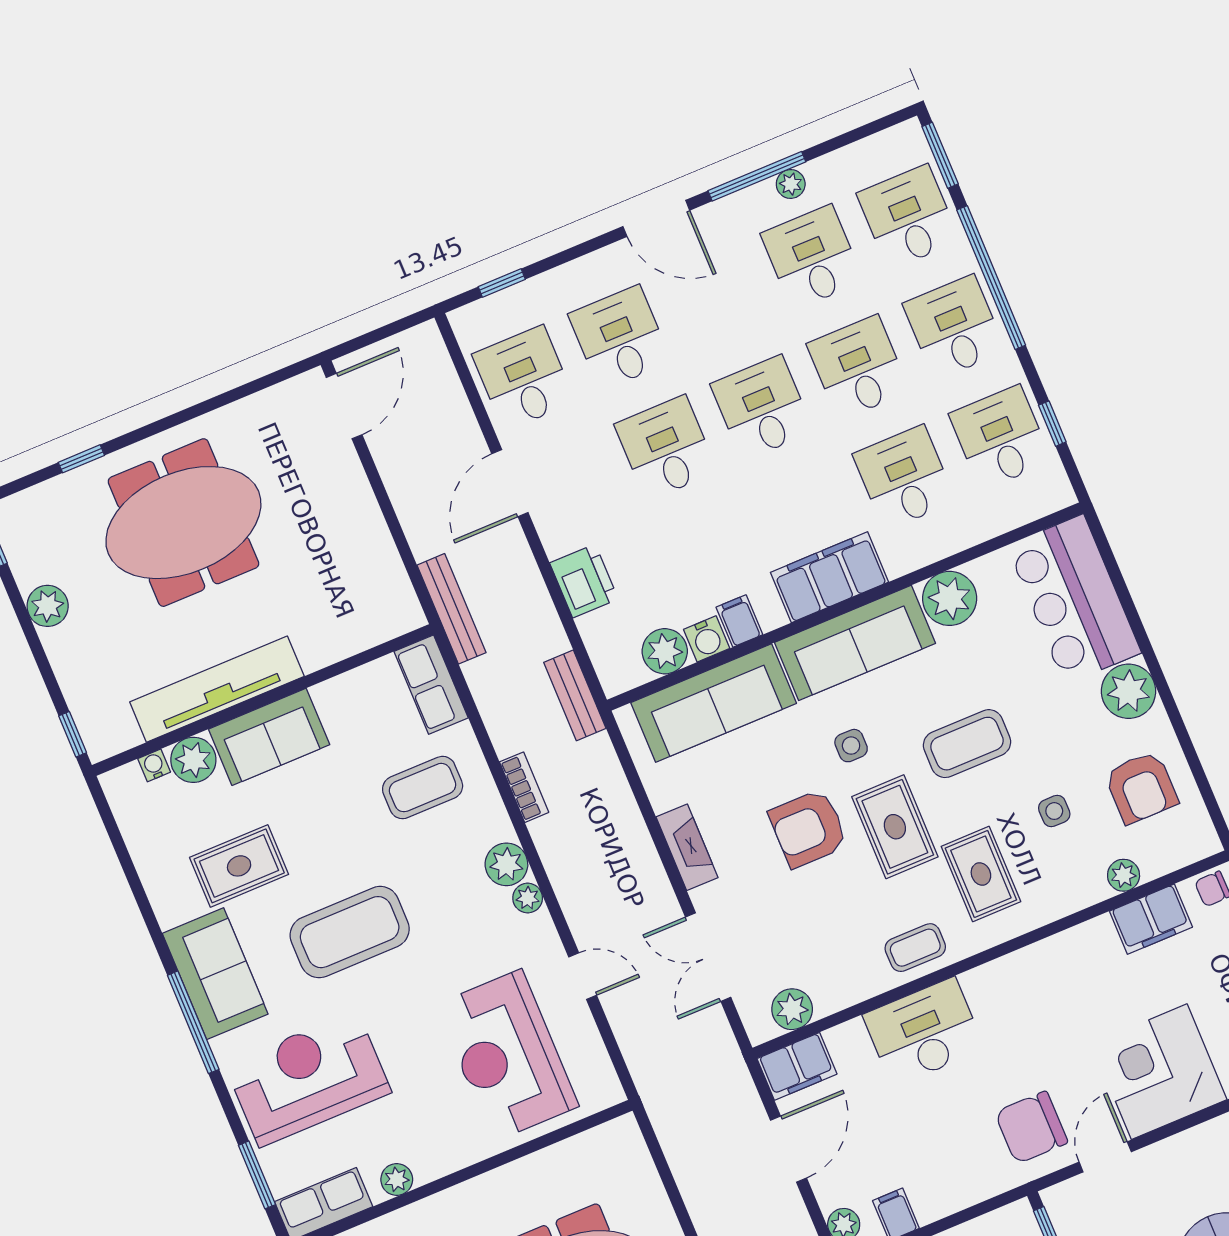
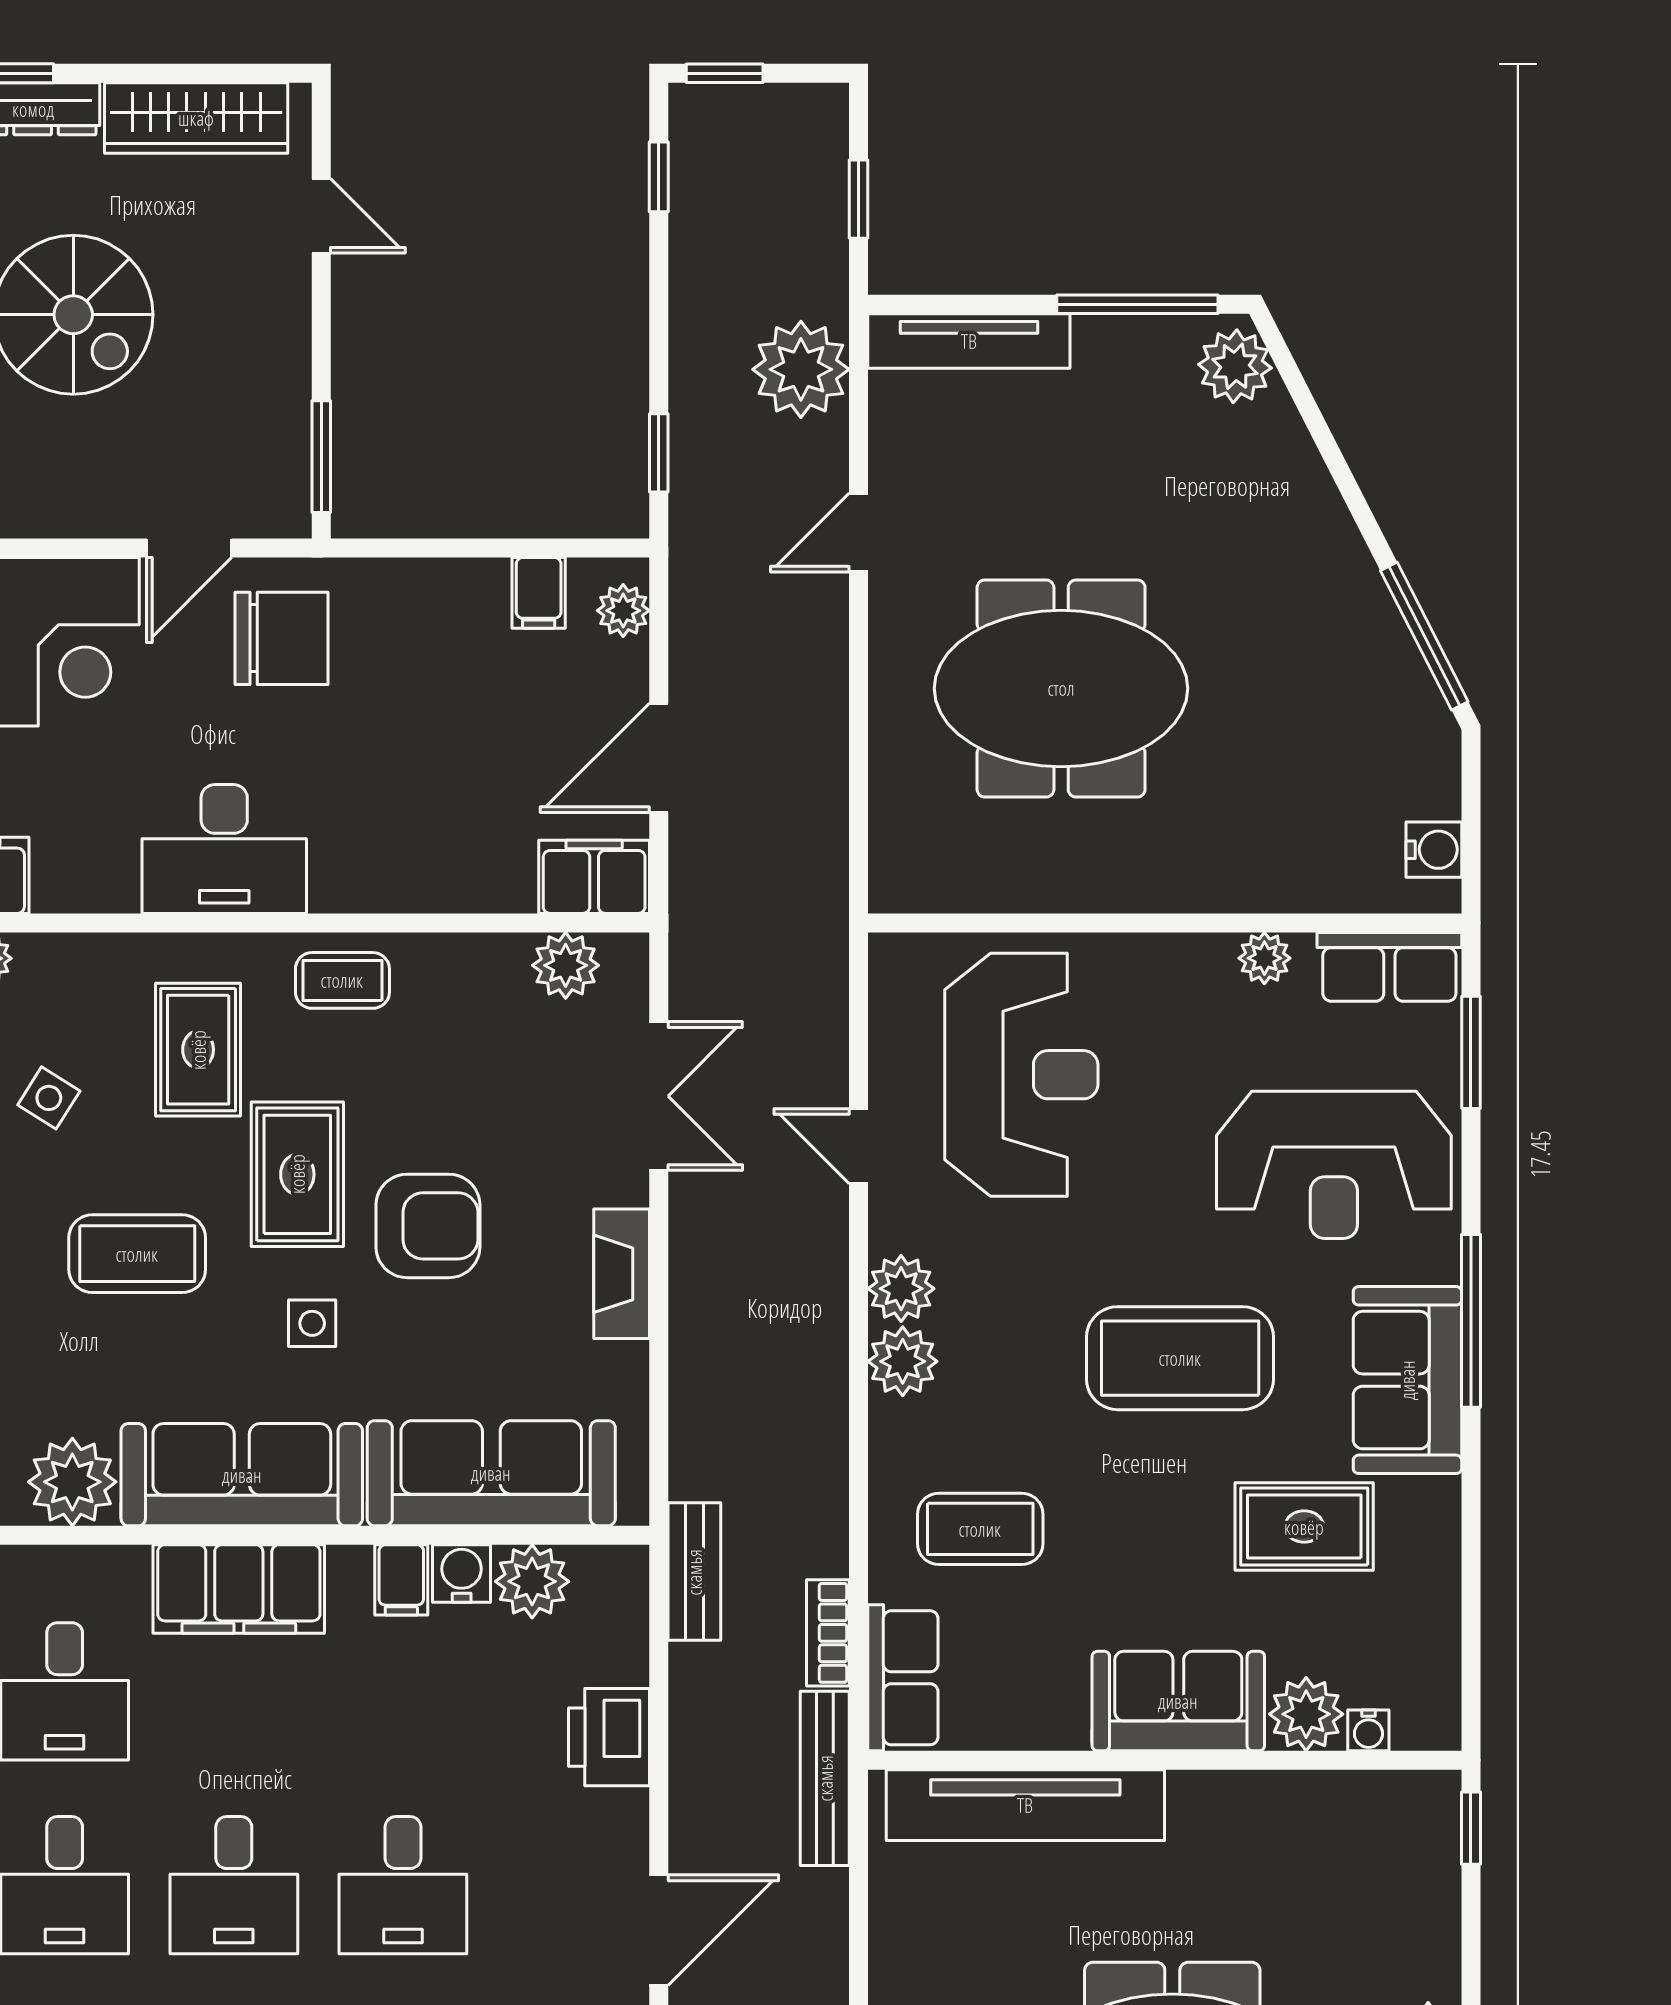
tv unit: (217, 689) -> (1025, 1805), moved
bookcase: (524, 787) -> (828, 1633), moved
side table: (1054, 811) -> (49, 1098), turned 32
plant: (528, 898) -> (901, 1289), width x1.38, depth x1.38
desk: (924, 1032) -> (224, 849), moved

